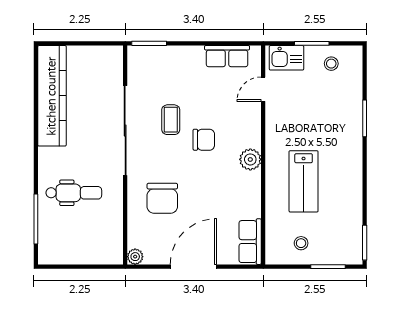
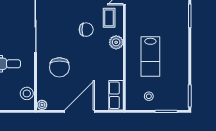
coffee table: (171, 120) -> (109, 18), moved
stool: (112, 239) -> (27, 93), added

